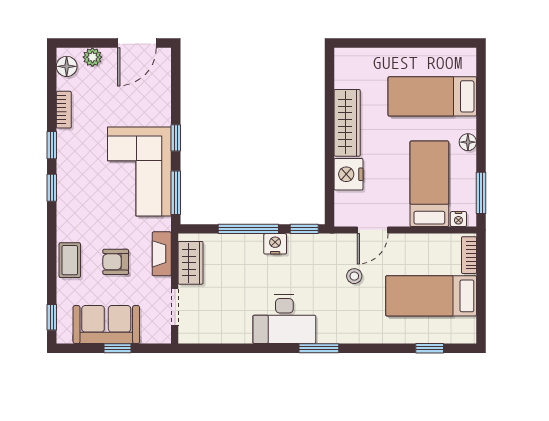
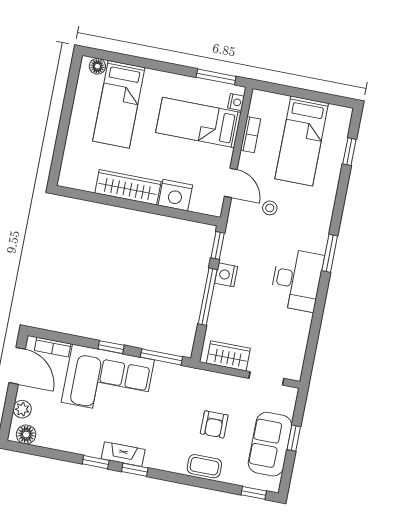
bookcase: (64, 110) -> (53, 347), moved, turned 180
floor lamp: (468, 142) -> (97, 66), moved
corner sofa: (139, 172) -> (108, 381), moved
fireplace: (162, 254) -> (123, 454), moved, turned 180
bookcase: (469, 255) -> (251, 135), moved, turned -90

